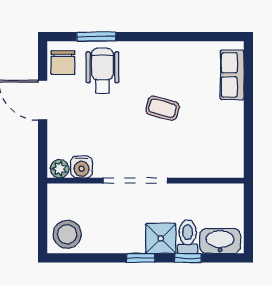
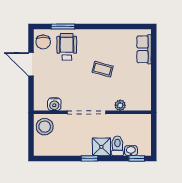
plant: (60, 169) -> (120, 105), moved
stool: (67, 234) -> (45, 127), moved
washbasin: (220, 241) -> (131, 151), width x0.52, depth x0.69
window: (188, 258) -> (137, 158), moved

